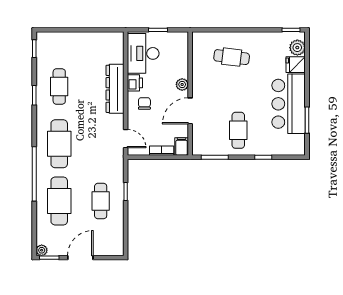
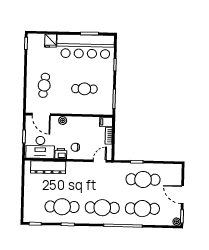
plant: (297, 48) -> (39, 39), removed
cafe table: (59, 86) -> (62, 207), width x1.37, depth x1.35
dresser: (115, 89) -> (48, 167), moved
bar counter: (289, 104) -> (85, 46), width x1.36
door: (190, 111) -> (41, 114), moved
cafe table: (238, 130) -> (84, 89), moved
cafe table: (101, 201) -> (143, 179), width x1.37, depth x1.35

